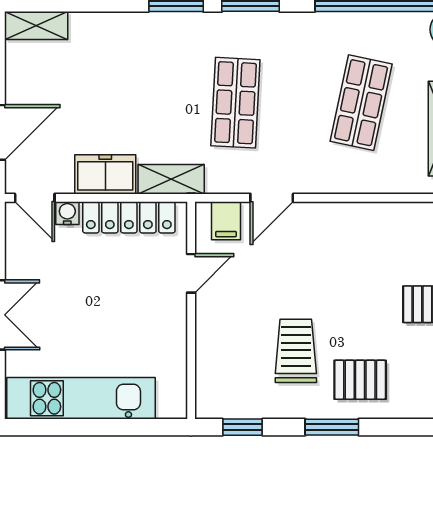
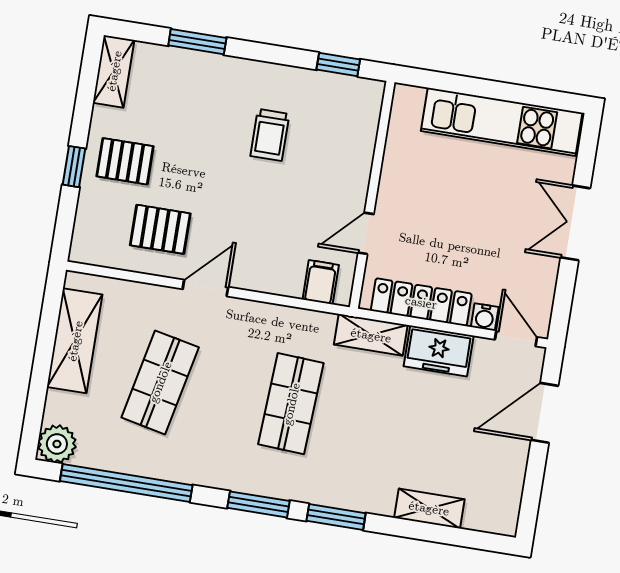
shelving: (36, 26) -> (429, 508), moved
door: (272, 198) -> (205, 288), moved
trolley: (296, 351) -> (270, 135), width x0.73, depth x0.72
pallet: (360, 380) -> (160, 229), moved
window: (332, 427) -> (197, 42), moved

